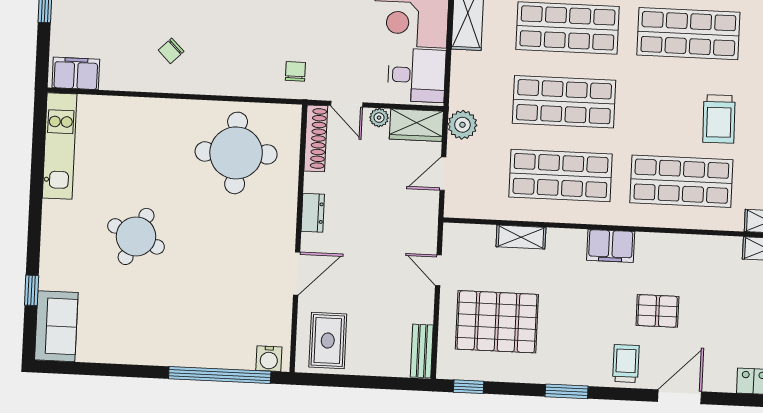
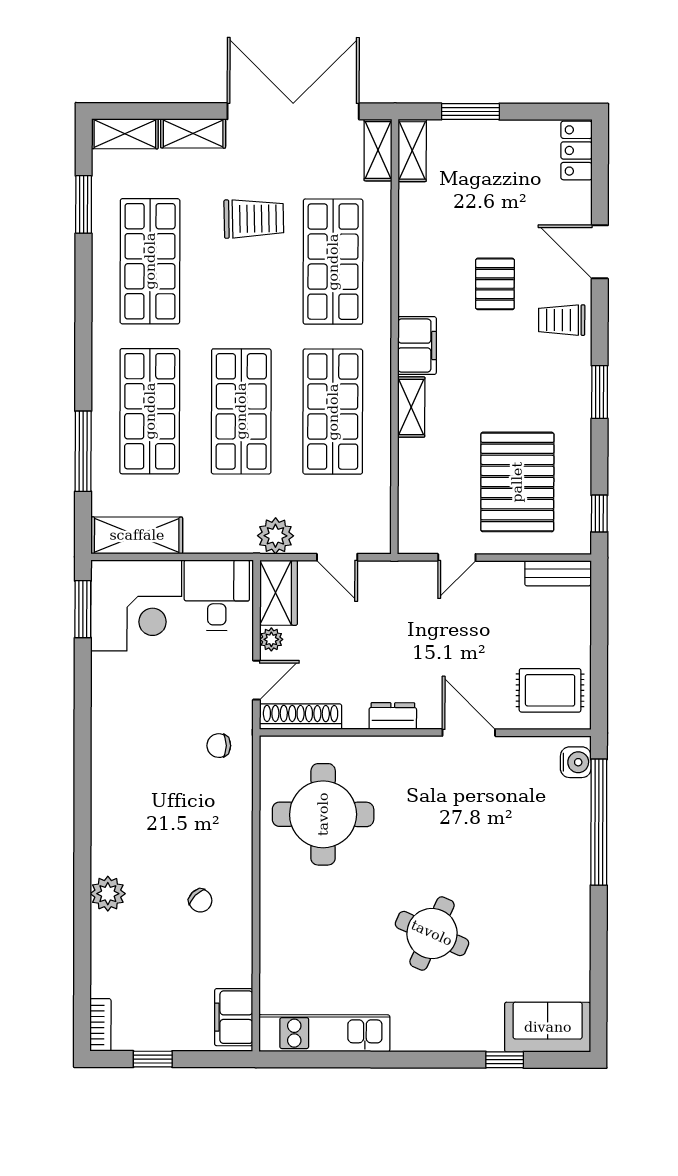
shelving: (521, 237) -> (411, 407), moved

